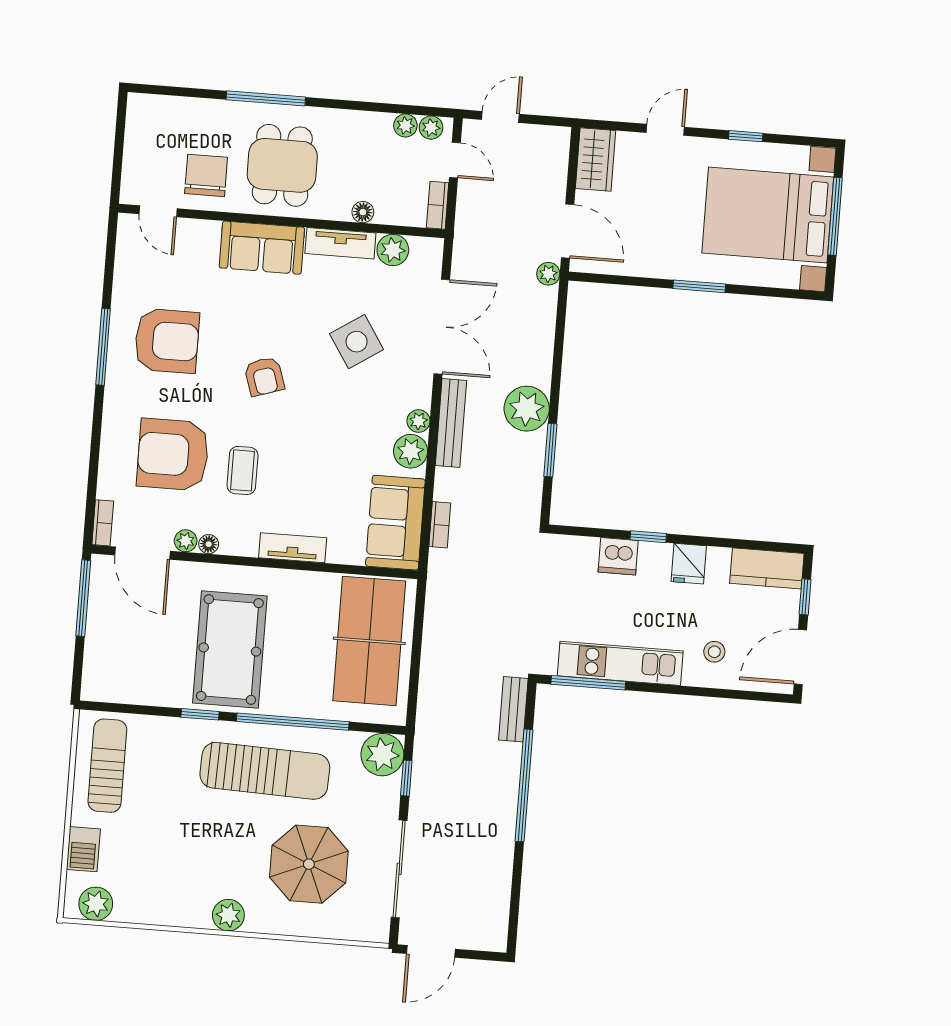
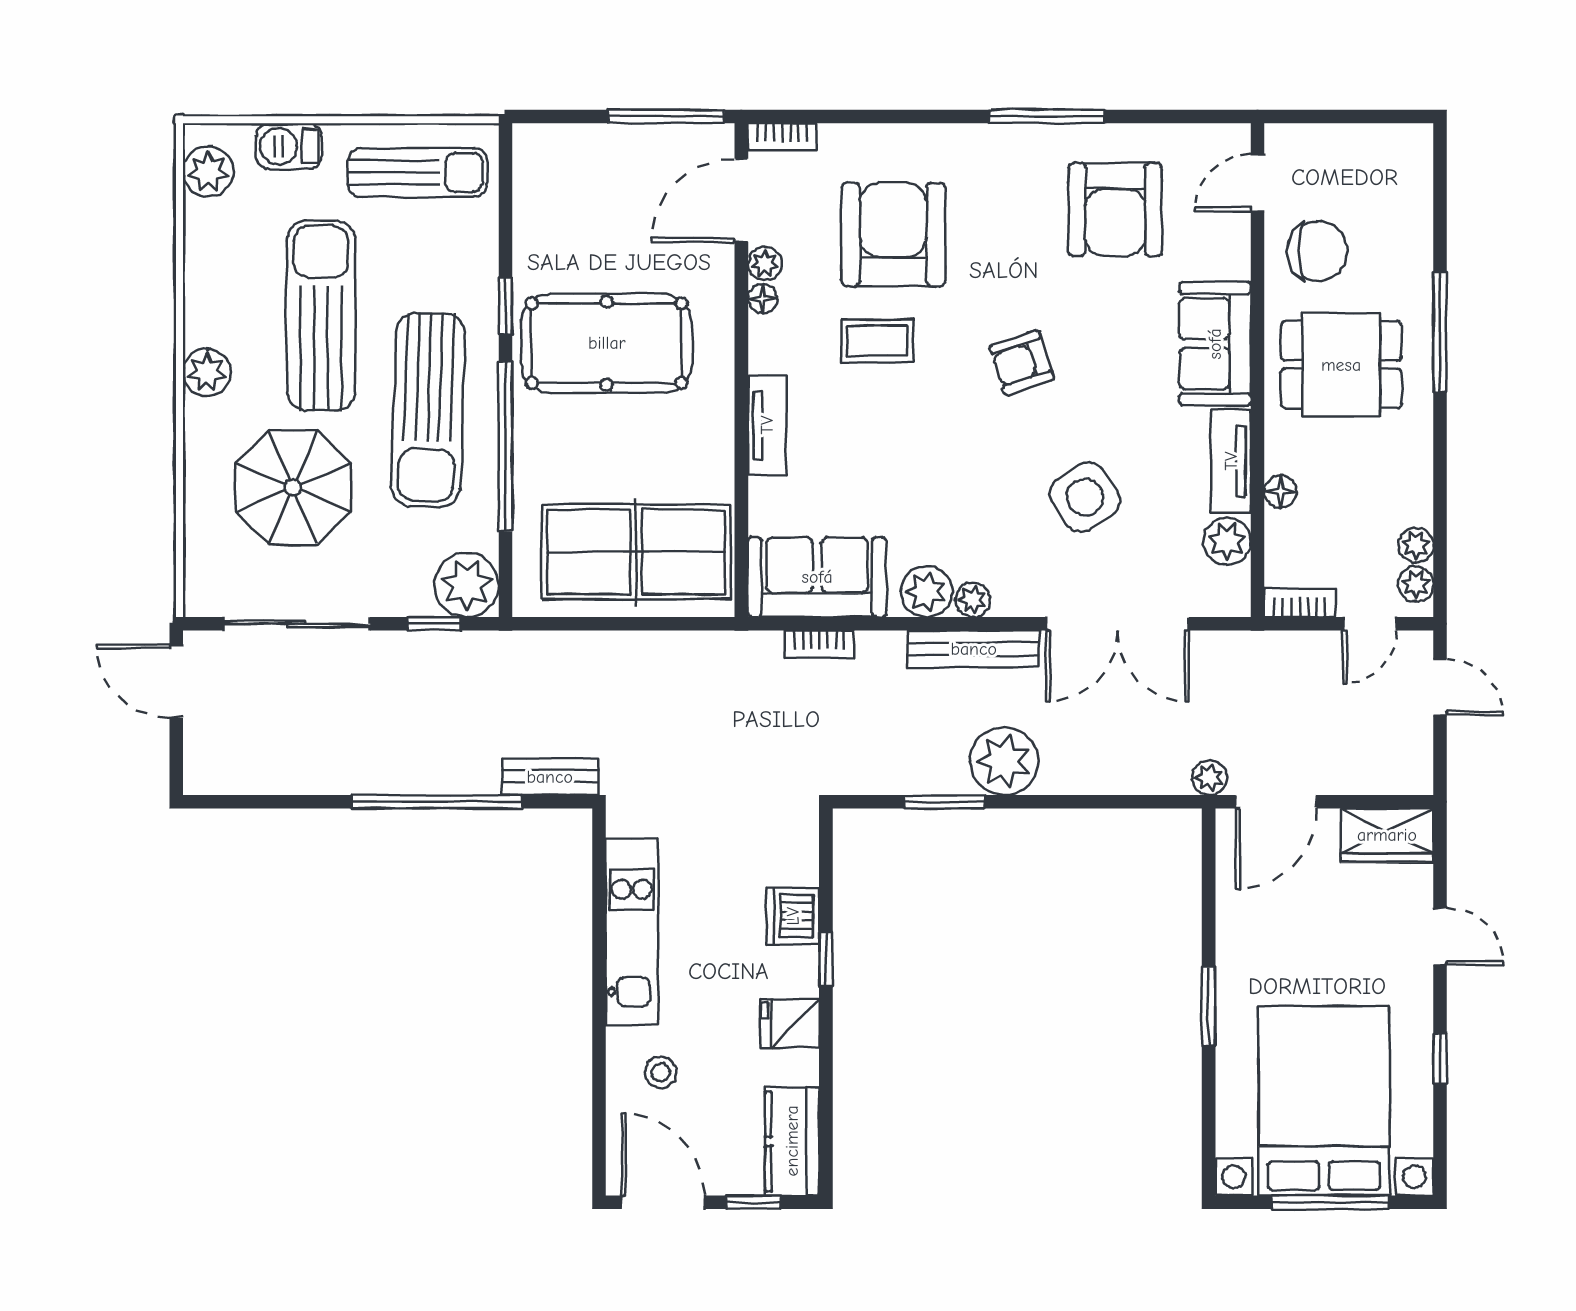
armchair: (167, 341) -> (1115, 209), moved
window: (588, 683) -> (599, 886), removed
sun lounger: (197, 837) -> (321, 316), added

